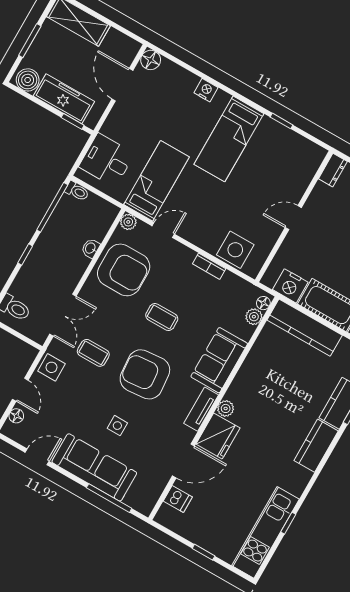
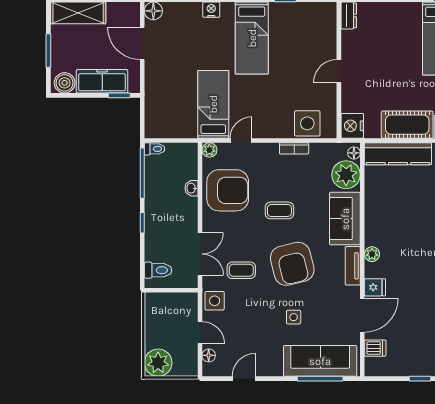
desk: (107, 160) -> (164, 111), removed
nightstand: (290, 286) -> (352, 126), moved, turned 90
plant: (254, 317) -> (346, 175), width x1.87, depth x1.87
armchair: (145, 374) -> (292, 264), turned -99
fridge: (218, 436) -> (375, 287), width x0.53, depth x0.75
sofa: (94, 467) -> (320, 361), moved

